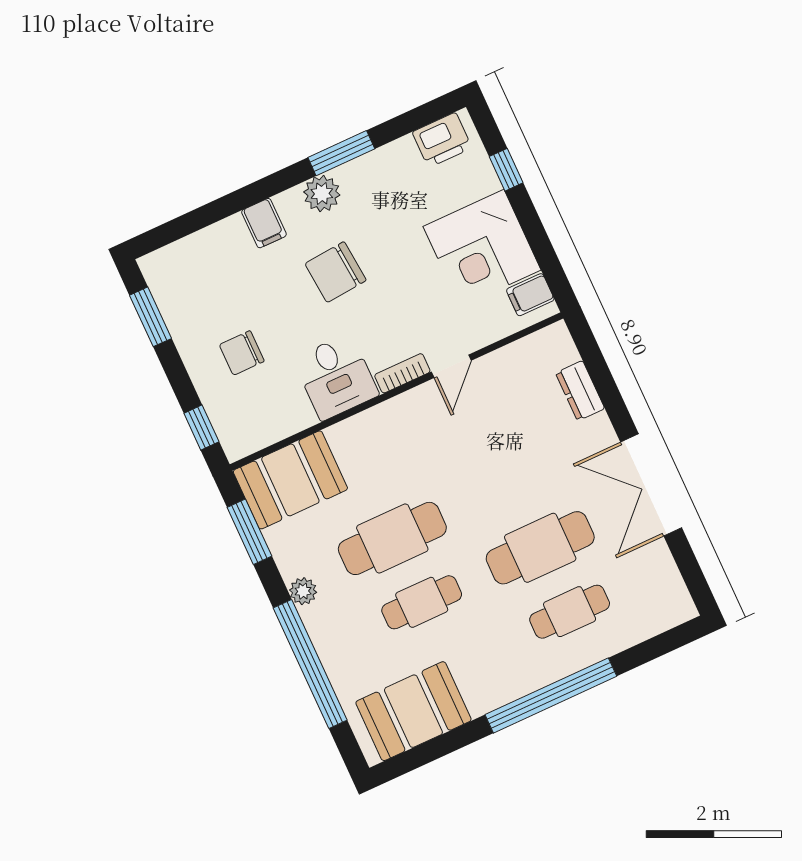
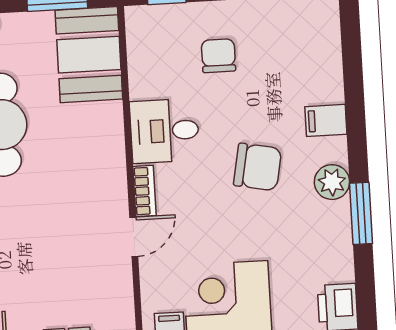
chair: (336, 272) -> (258, 167), turned 106
door: (451, 366) -> (134, 237), swing flipped

